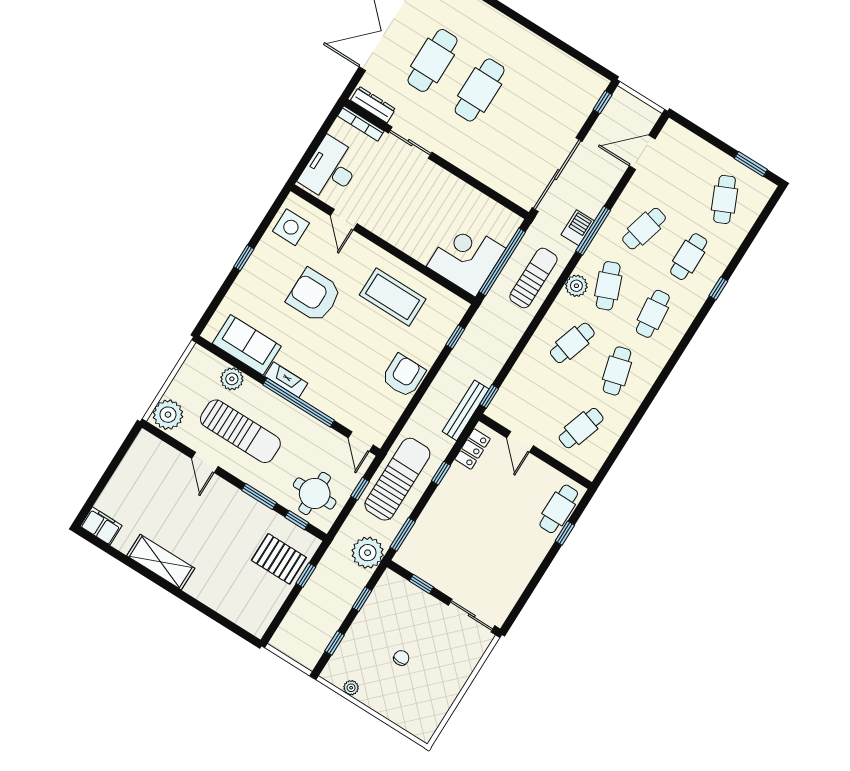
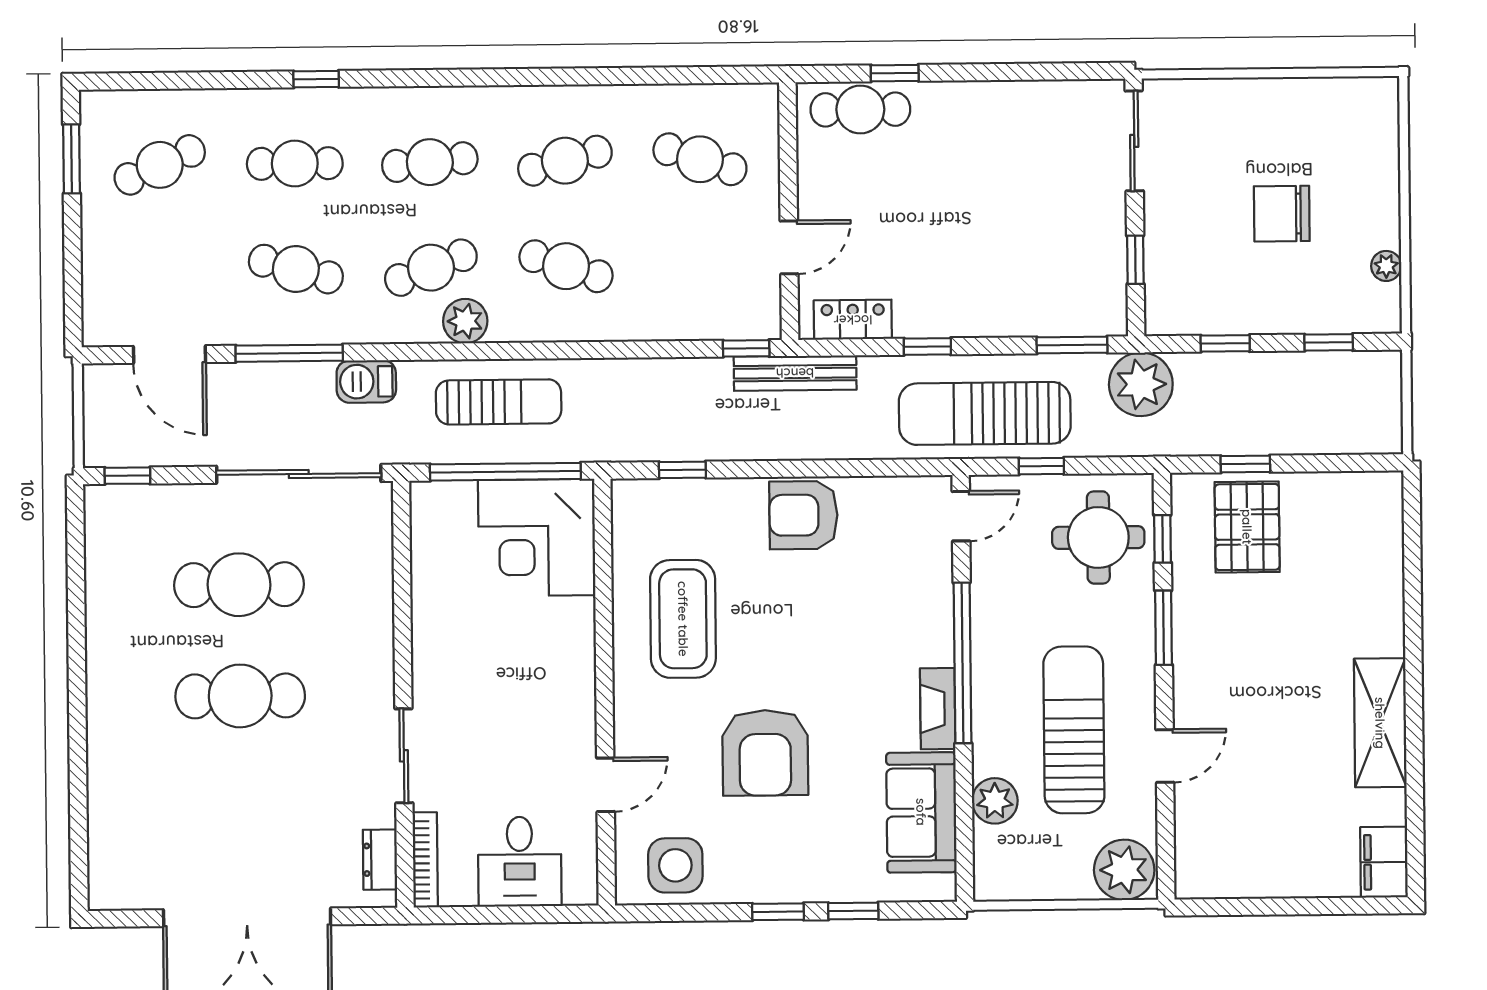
cafe table: (433, 60) -> (239, 585), moved
dresser: (373, 105) -> (380, 860), width x0.70
desk: (330, 169) -> (520, 862), width x0.73
window: (593, 231) -> (289, 353), moved
sun lounger: (533, 278) -> (499, 402), turned 180
window: (224, 290) -> (853, 911), added
chair: (401, 658) -> (1282, 214), width x1.87, depth x1.87

